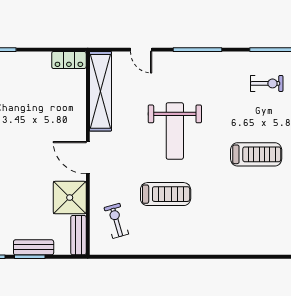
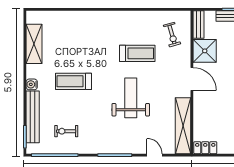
treadmill: (166, 194) -> (137, 53), turned 180

